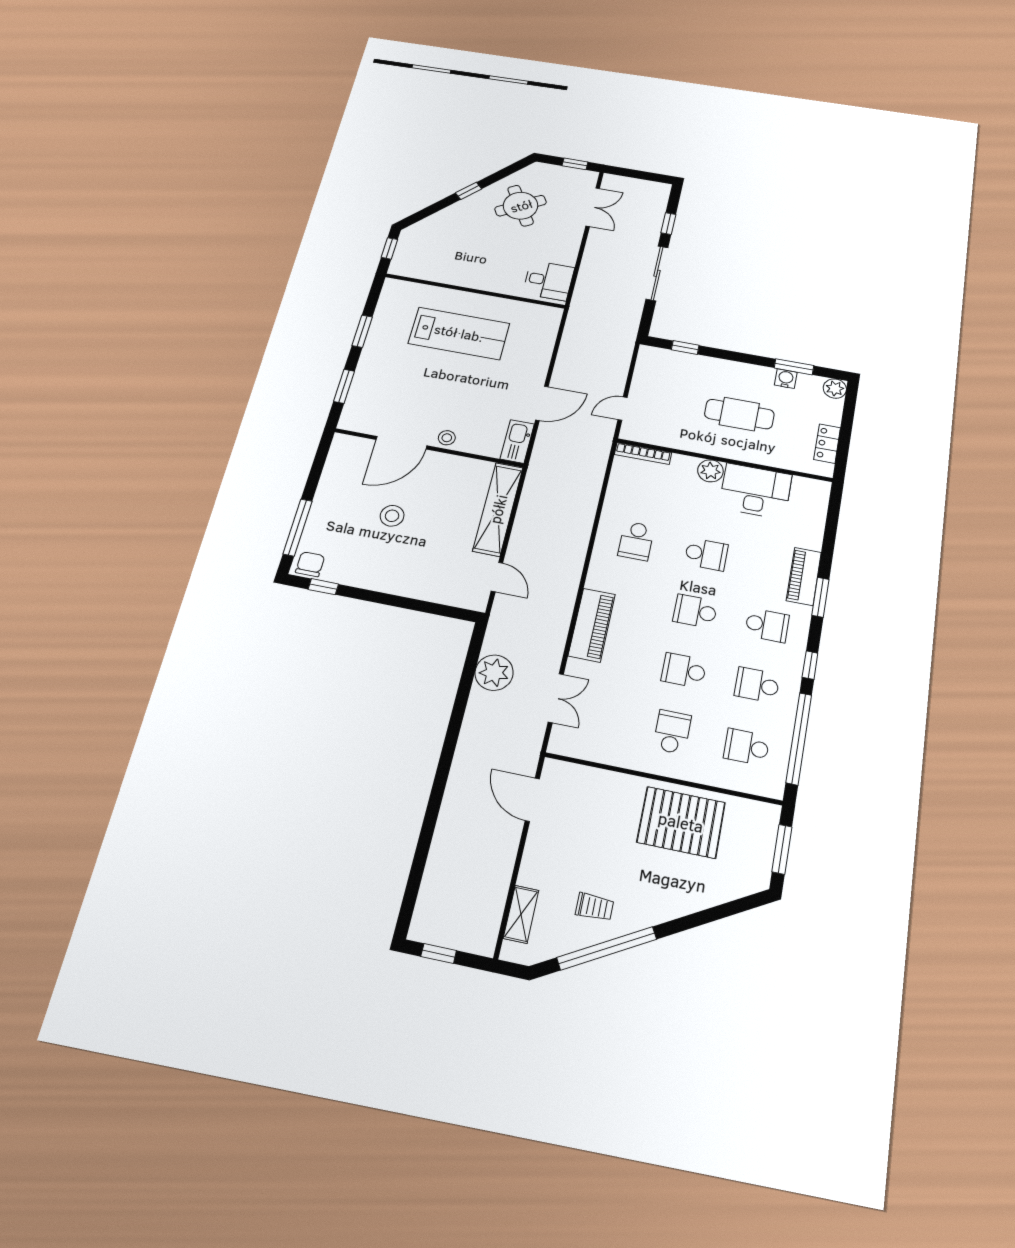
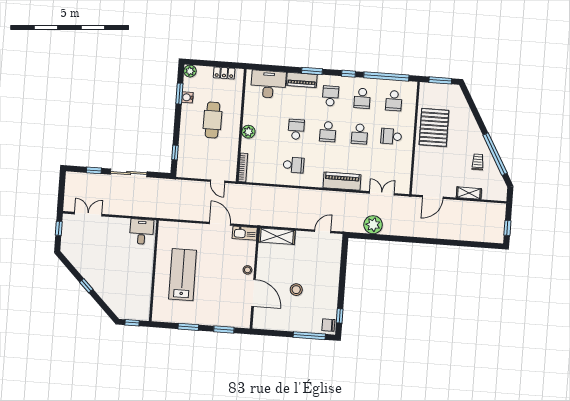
round table: (521, 206) -> (93, 255), removed
desk: (755, 491) -> (268, 84), moved, turned 90
shelving: (498, 509) -> (277, 236), width x0.68
shelving: (521, 914) -> (469, 193), moved

